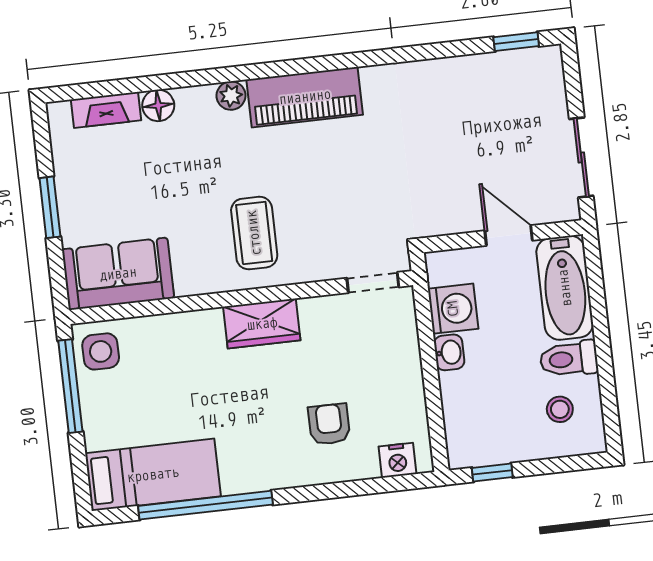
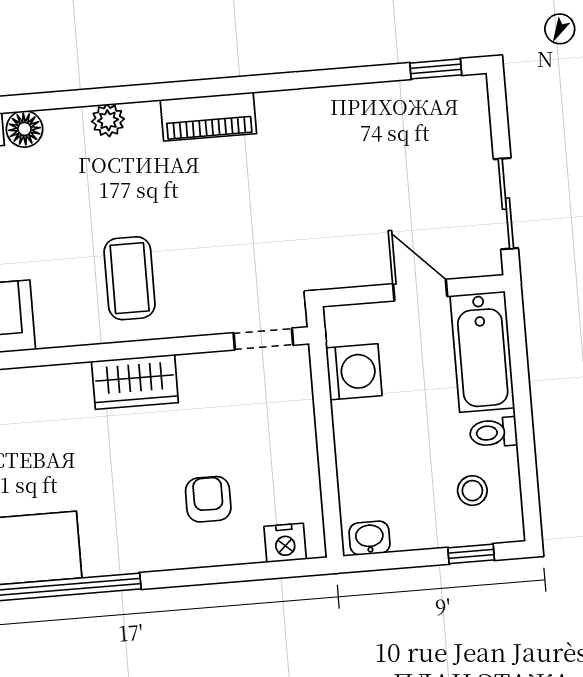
piano: (305, 97) -> (208, 117), width x0.73, depth x0.75
washbasin: (449, 352) -> (370, 538), moved, turned -90
toilet: (569, 359) -> (493, 433), width x0.73, depth x0.72
window: (492, 473) -> (471, 554), moved

